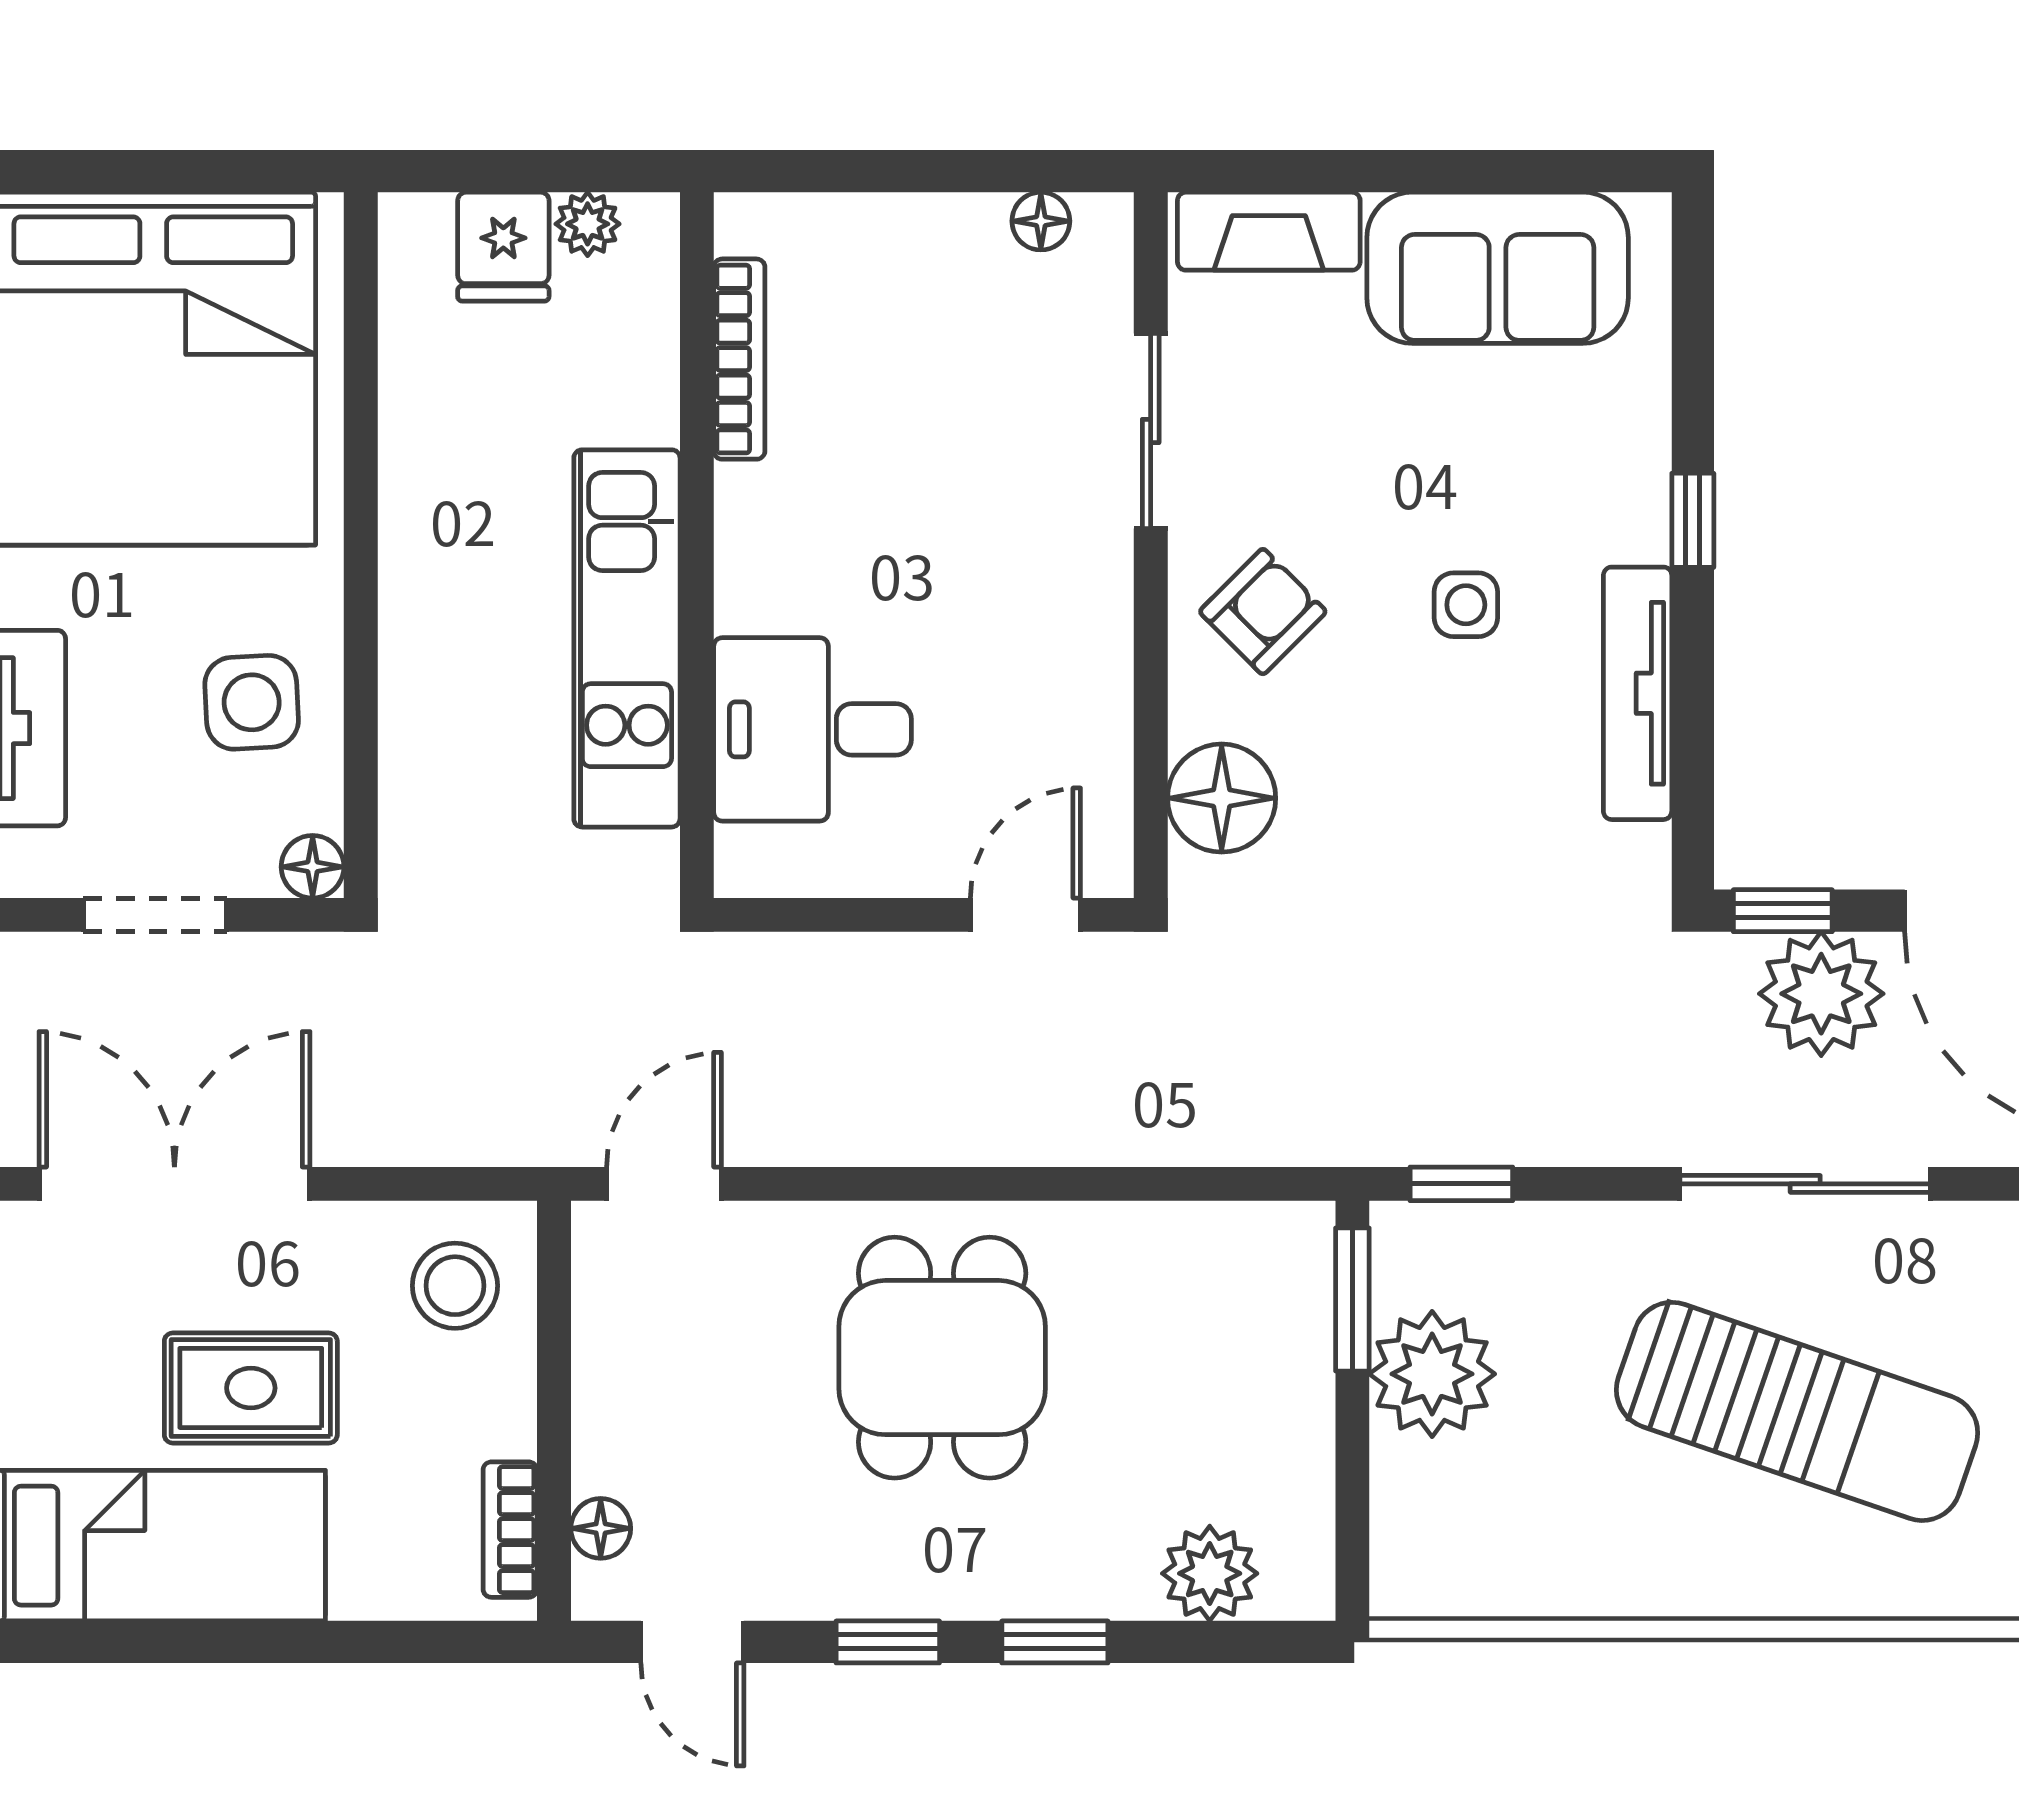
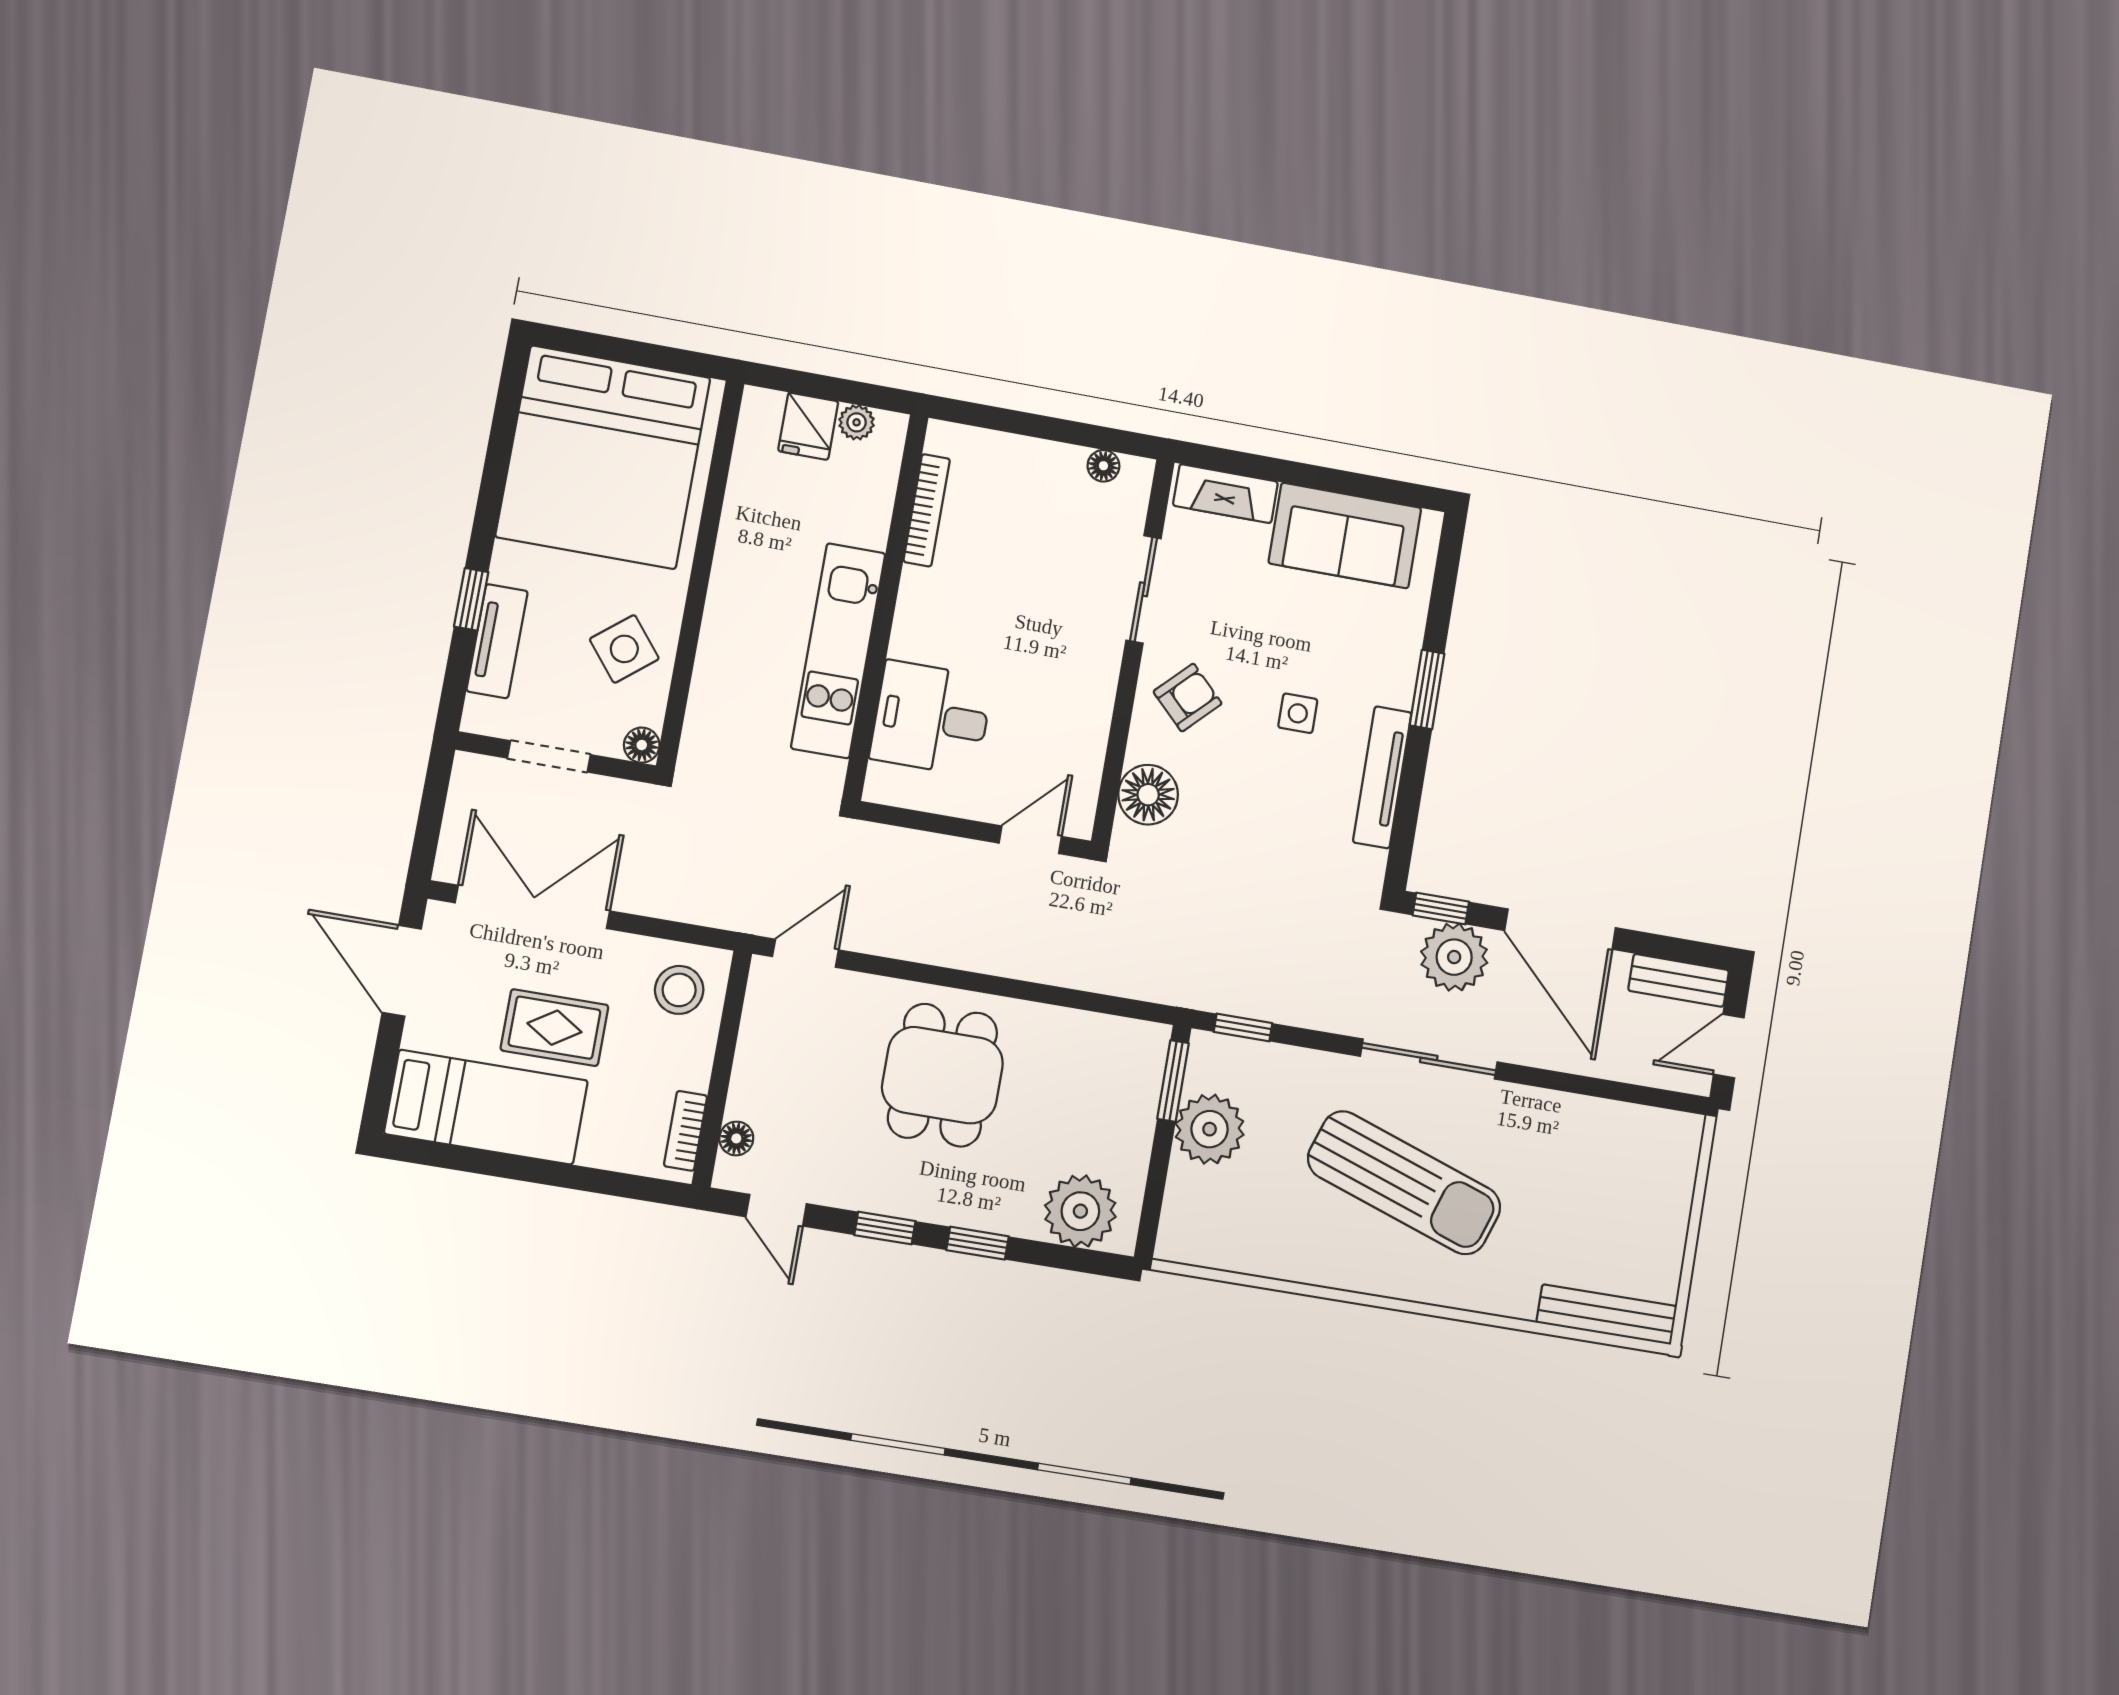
window: (1693, 520) -> (1427, 690), width x1.50
side table: (252, 702) -> (624, 649), turned -36
plant: (1210, 1573) -> (1080, 1211), width x1.36, depth x1.36

